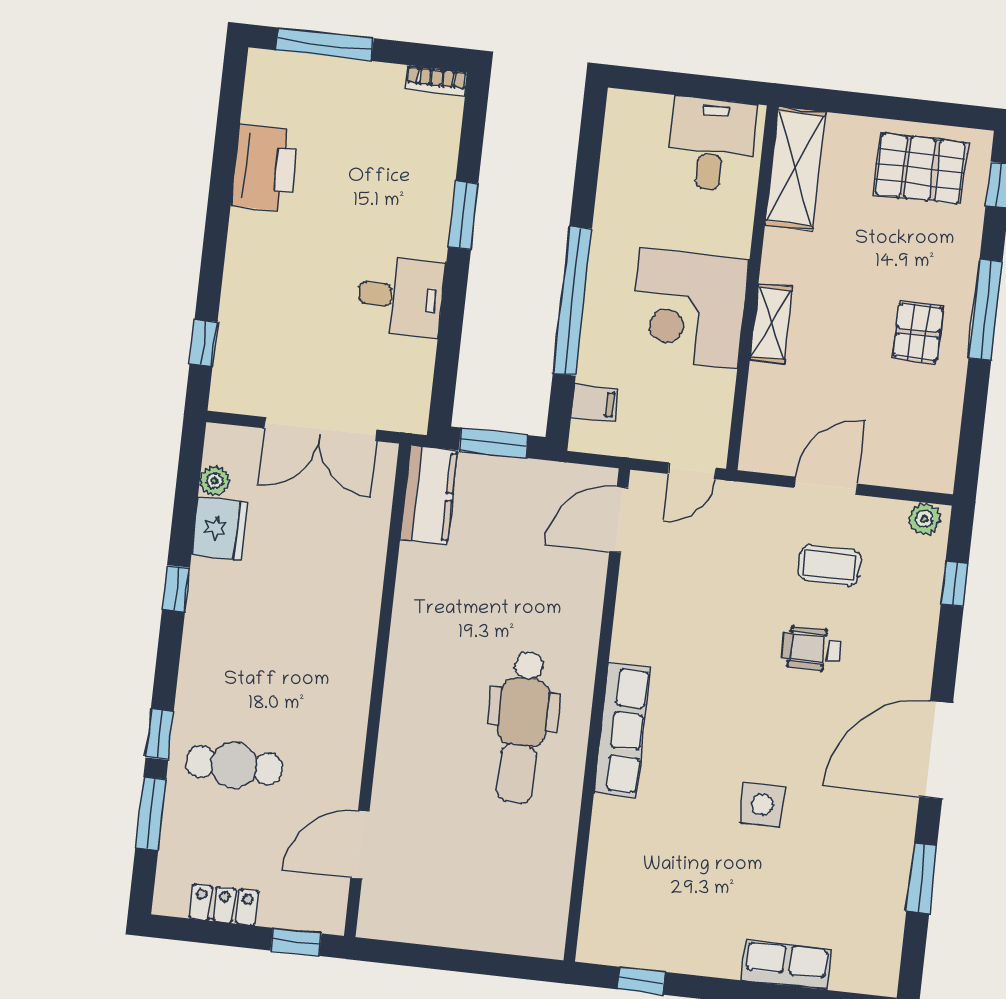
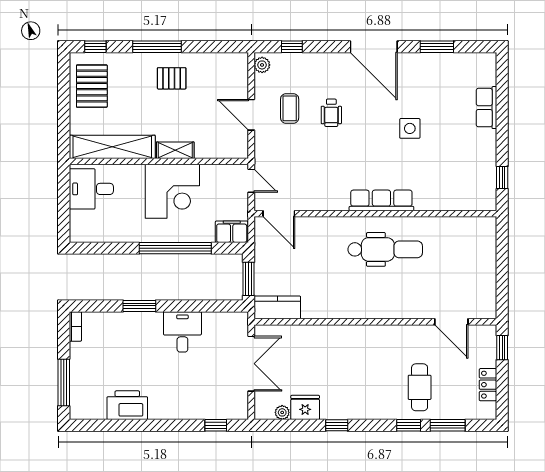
shelving: (795, 169) -> (112, 147), width x1.47
filing cabinet: (595, 403) -> (232, 232), width x2.00

